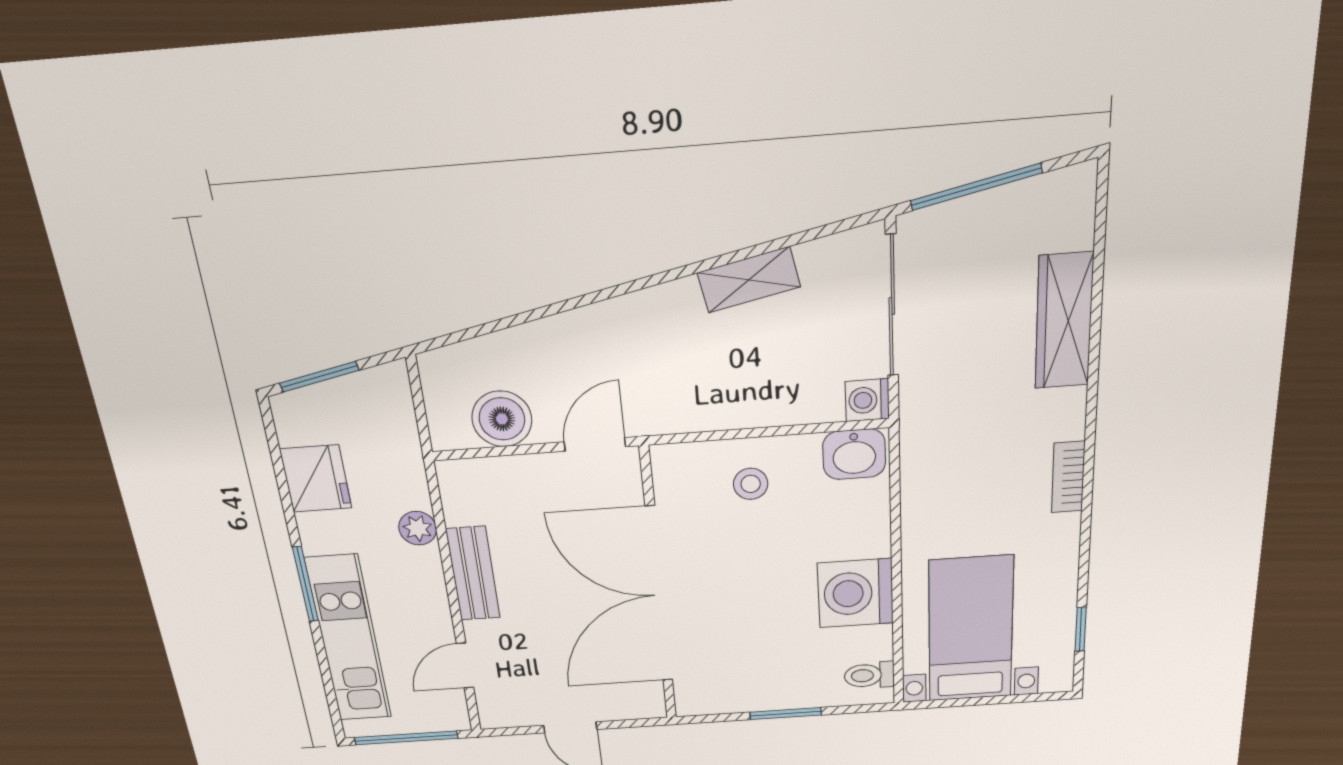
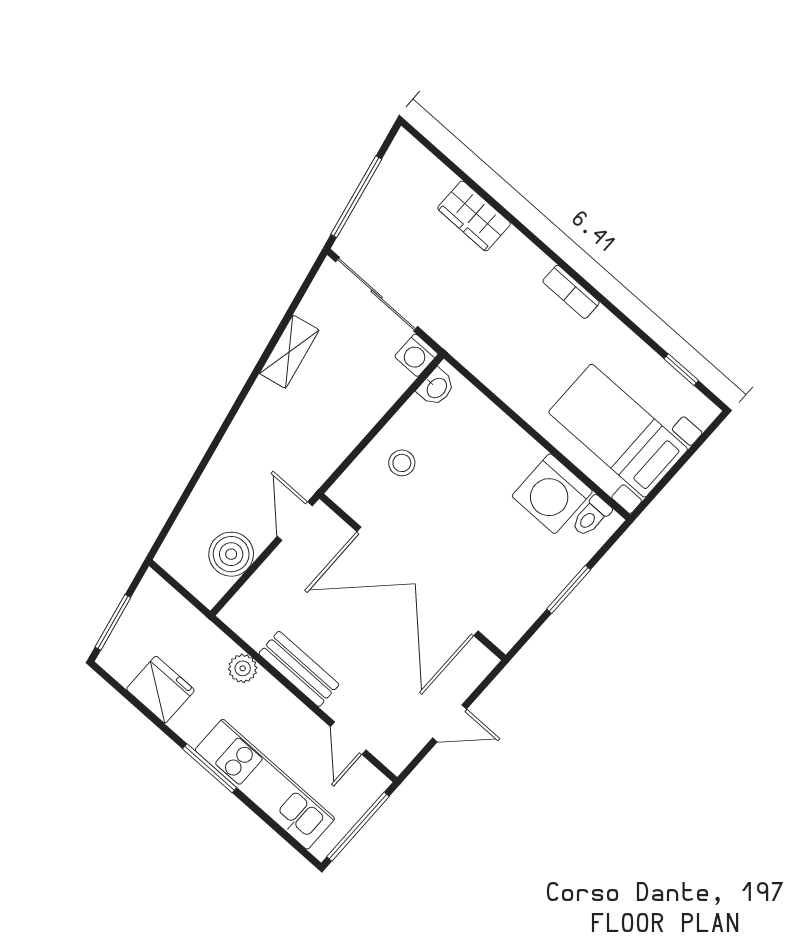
wardrobe: (1064, 321) -> (474, 216), width x0.67
washbasin: (854, 454) -> (436, 388), width x0.72, depth x0.69
washing machine: (855, 593) -> (552, 494), moved

